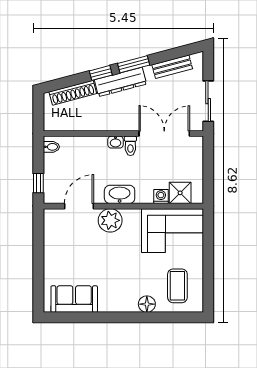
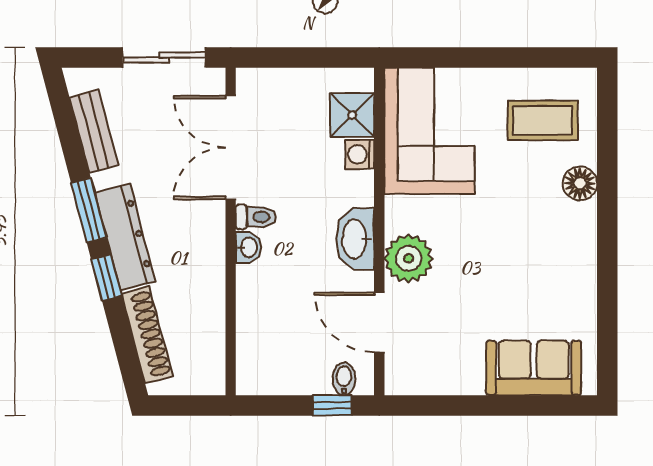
bidet: (51, 147) -> (344, 379), moved
sofa: (74, 299) -> (534, 368), moved, turned 90

